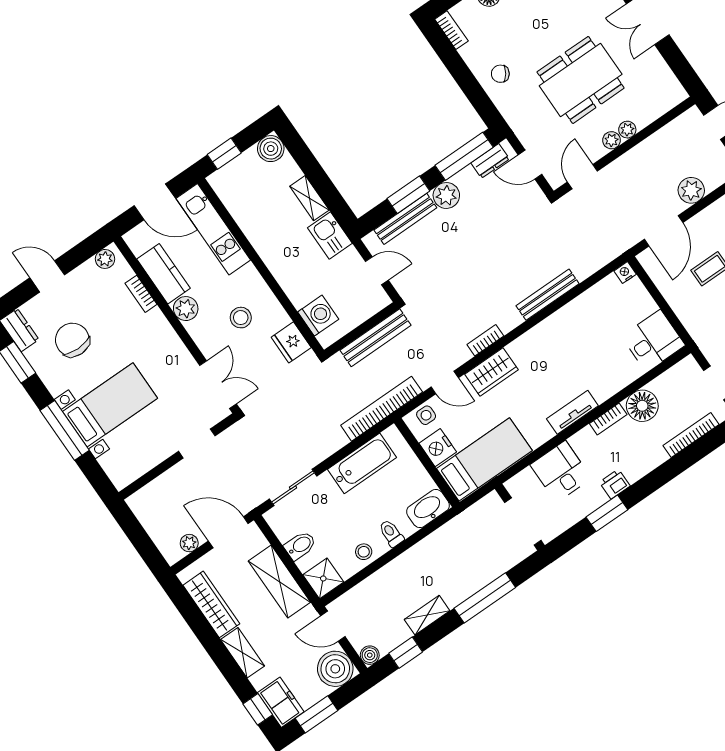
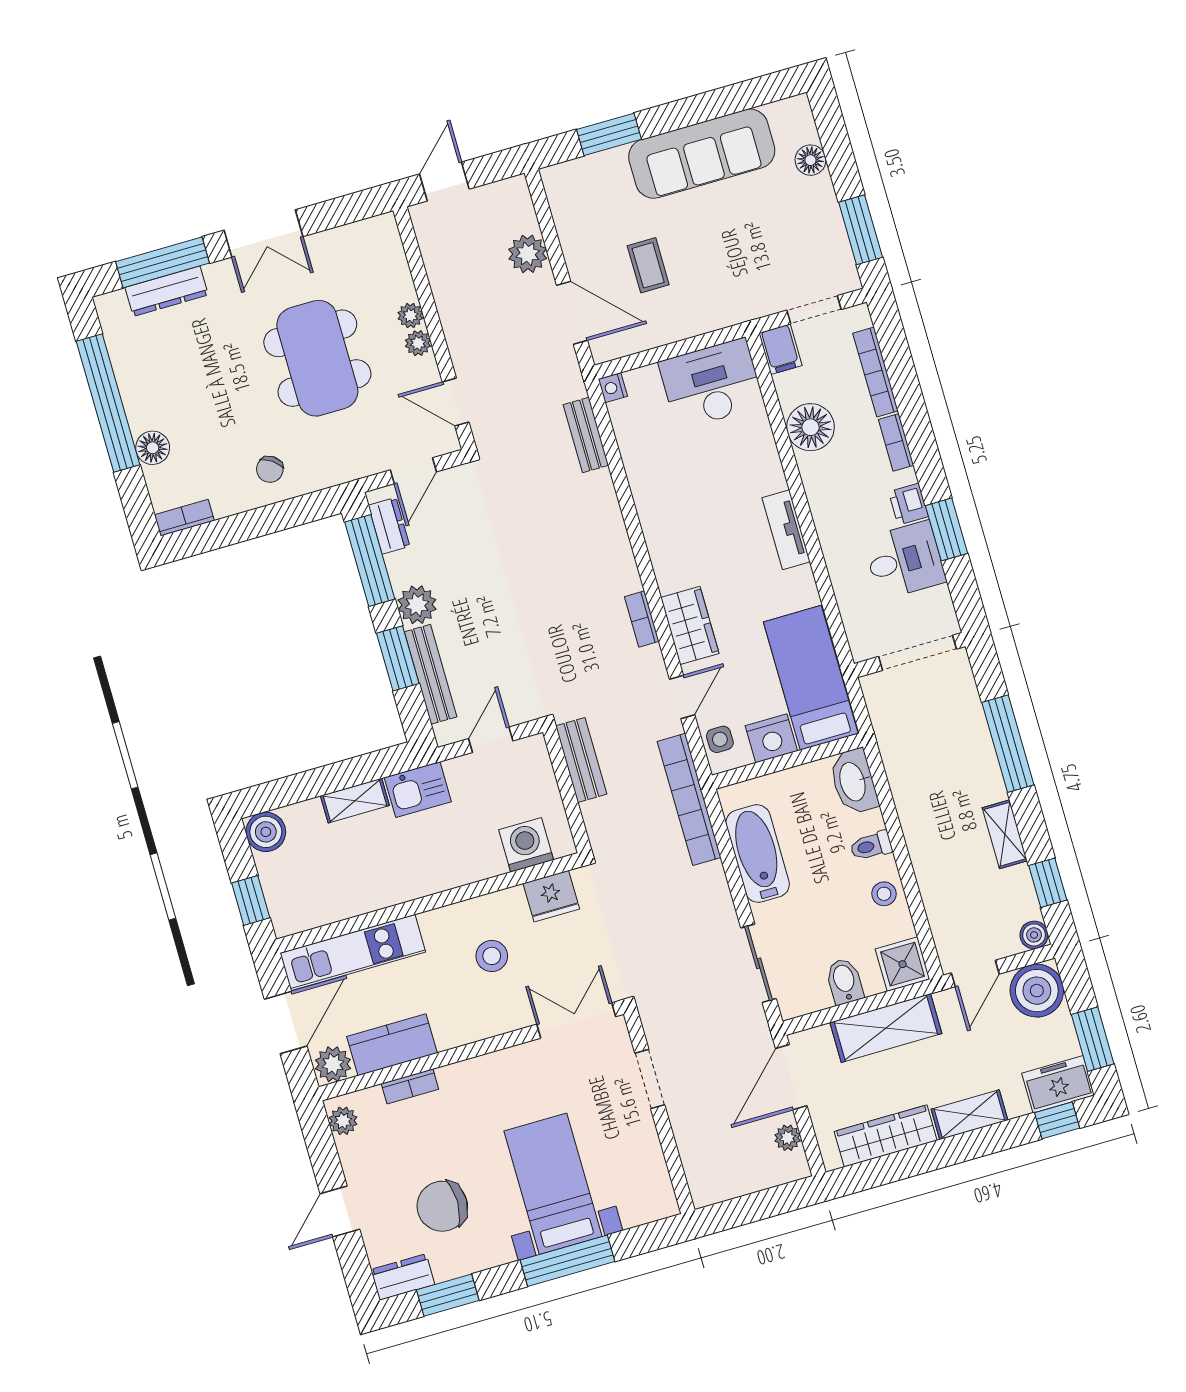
bench: (548, 295) -> (586, 435), moved, width x0.73
plant: (186, 309) -> (333, 1064), moved
bench: (375, 338) -> (581, 760), width x0.73
desk: (653, 341) -> (711, 384), width x1.37
filing cabinet: (685, 370) -> (780, 349), added
bookcase: (608, 419) -> (896, 442), moved, turned 180
desk: (561, 471) -> (905, 560), moved, turned 180

